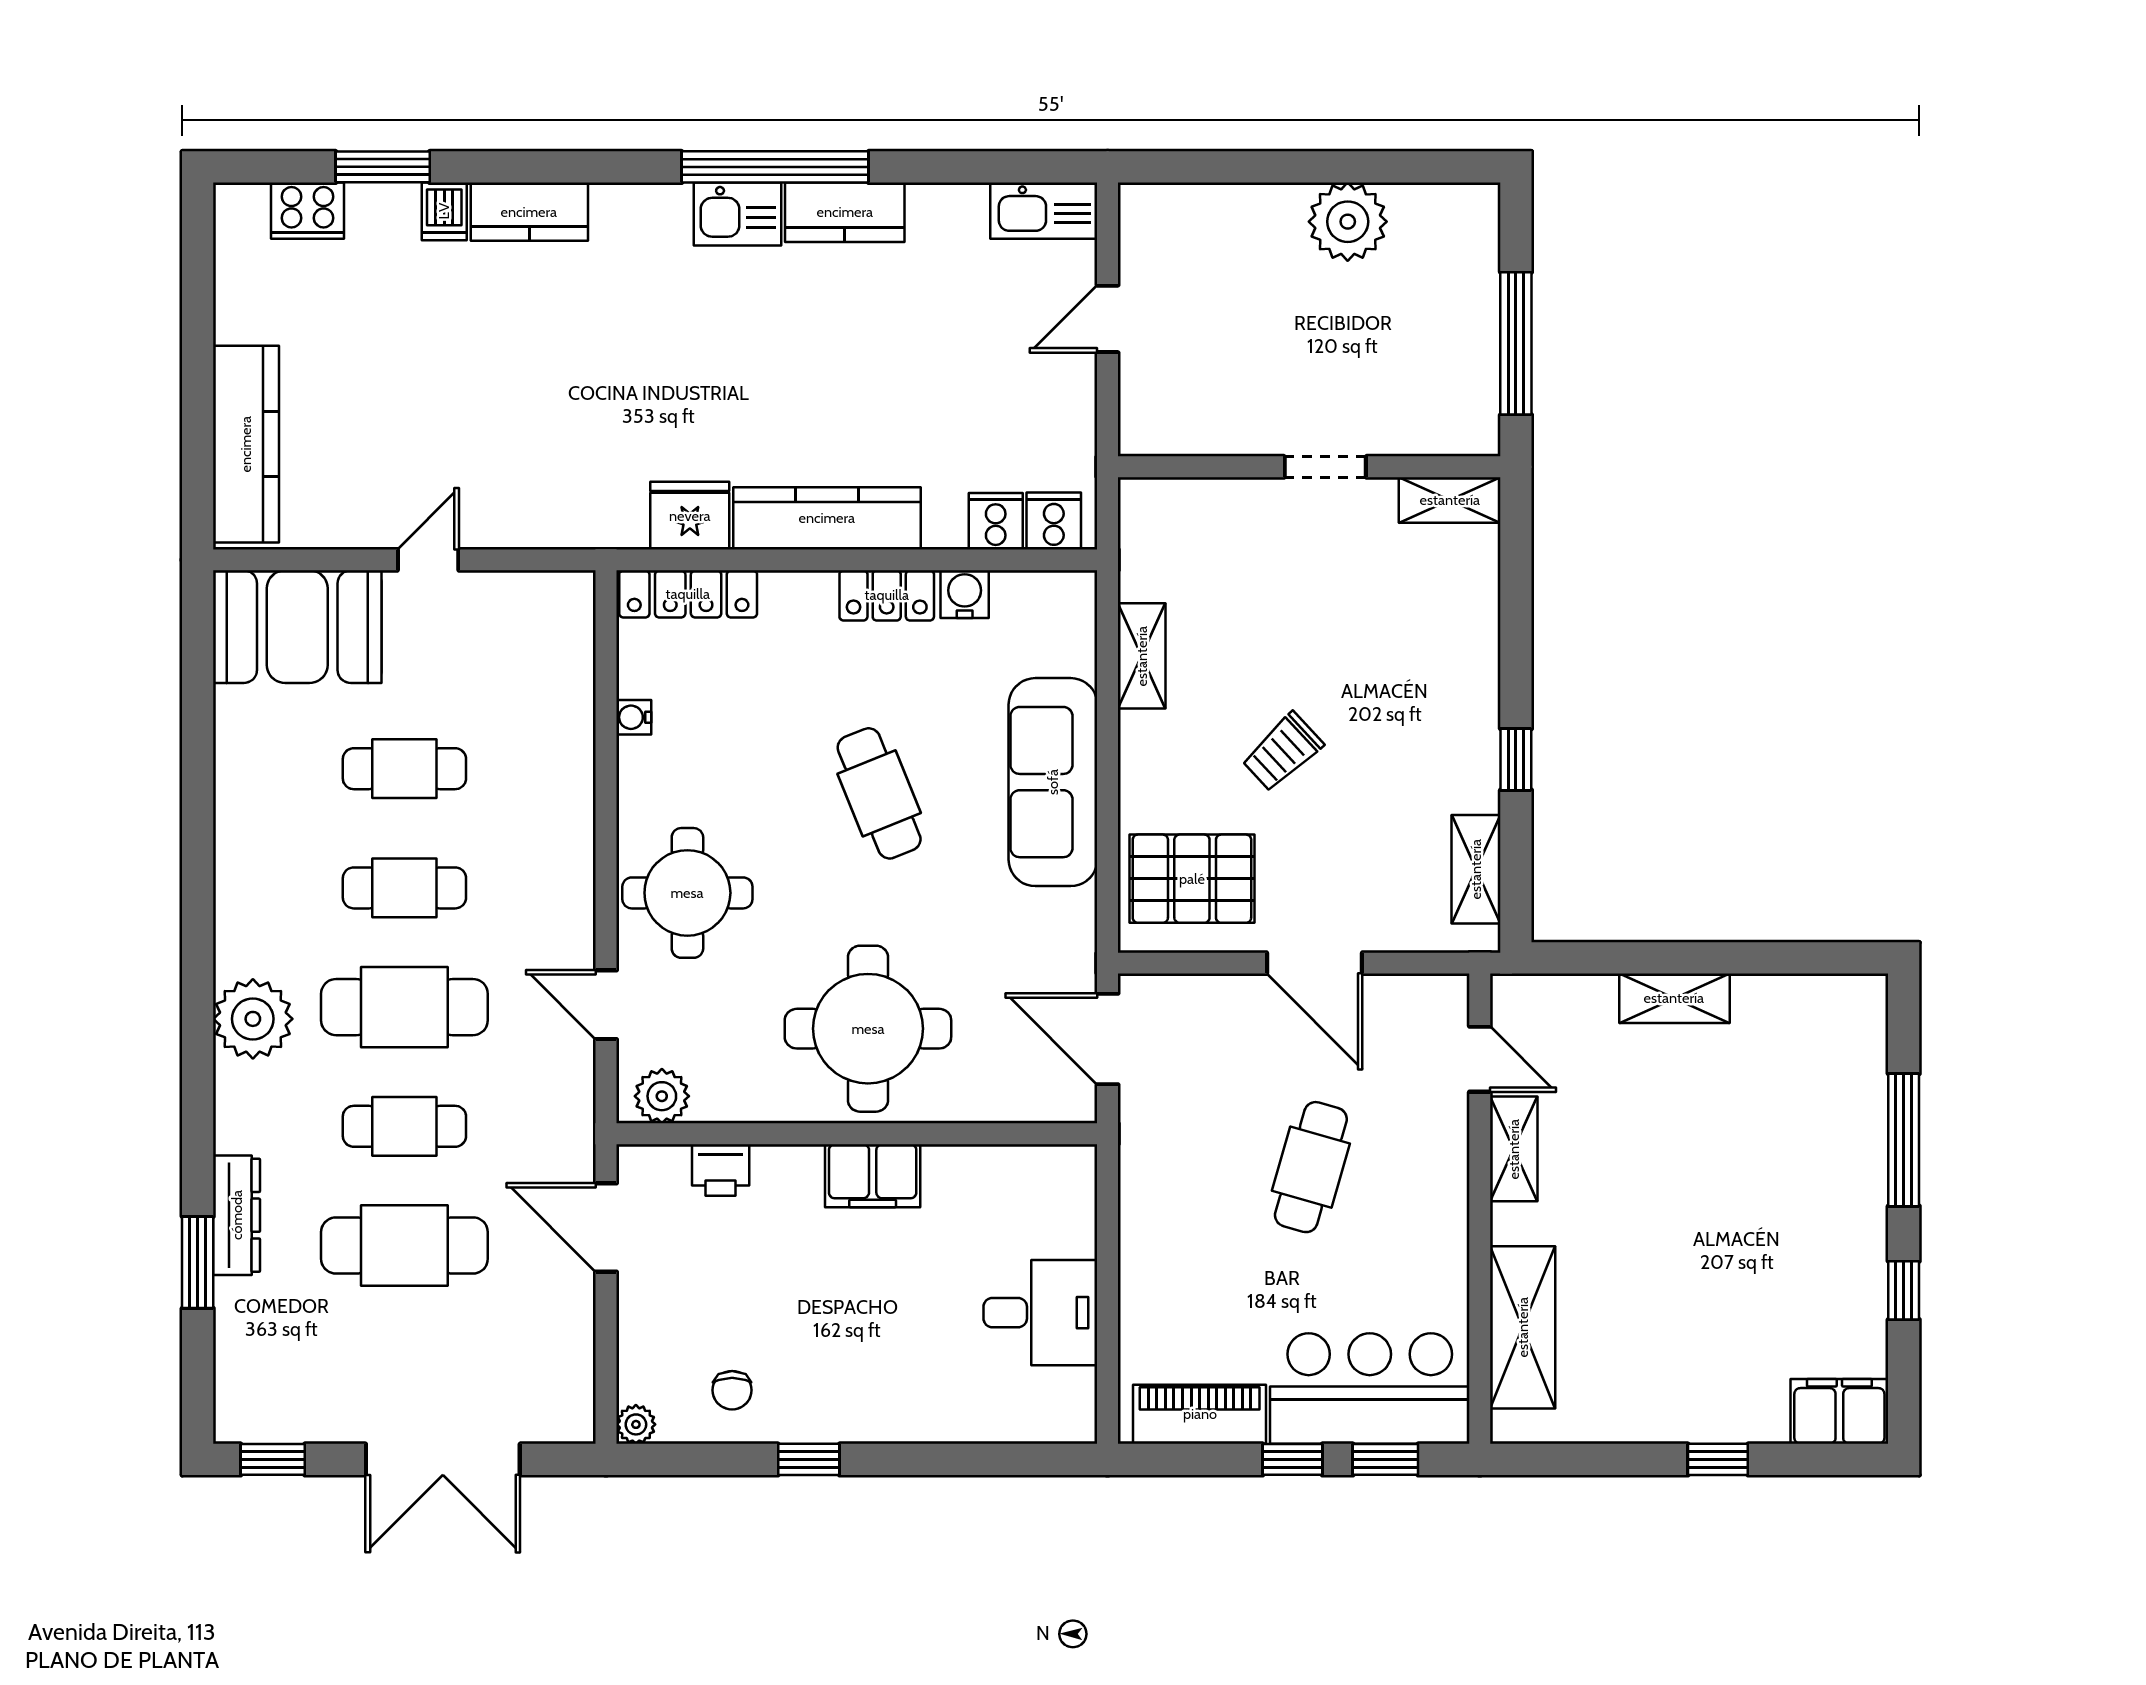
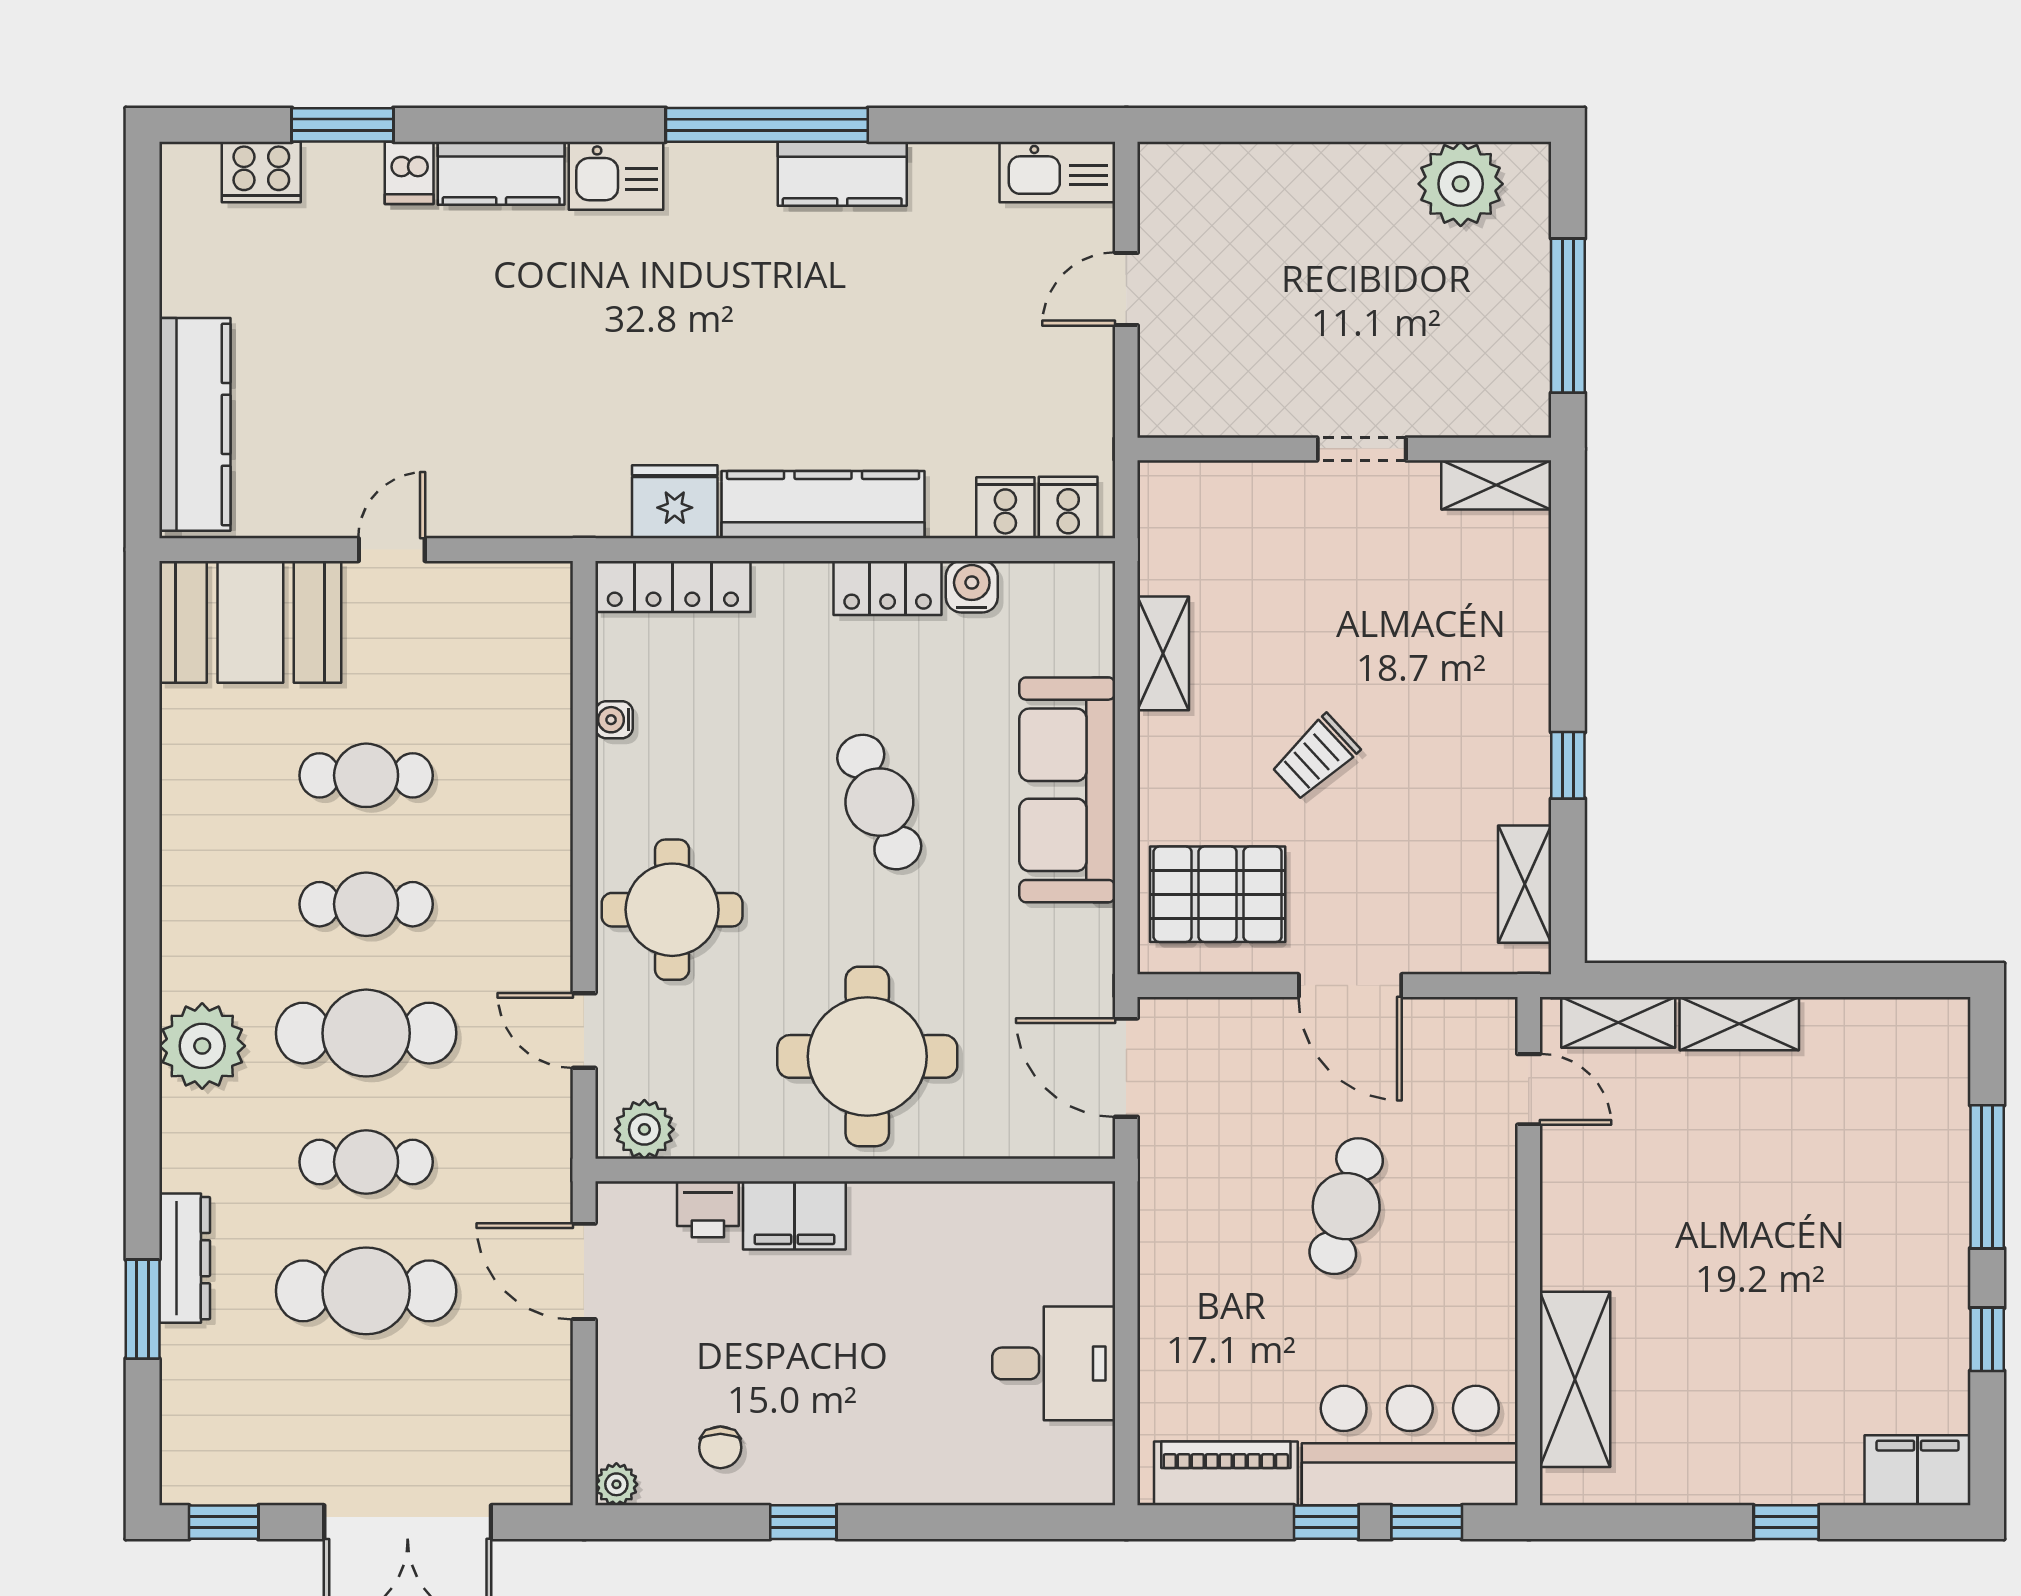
kitchen sink: (737, 214) -> (616, 176), moved
plant: (1348, 222) -> (1461, 184), moved
shelving: (1514, 1149) -> (1618, 1022), moved, turned 90
filing cabinet: (873, 1176) -> (794, 1215), moved

